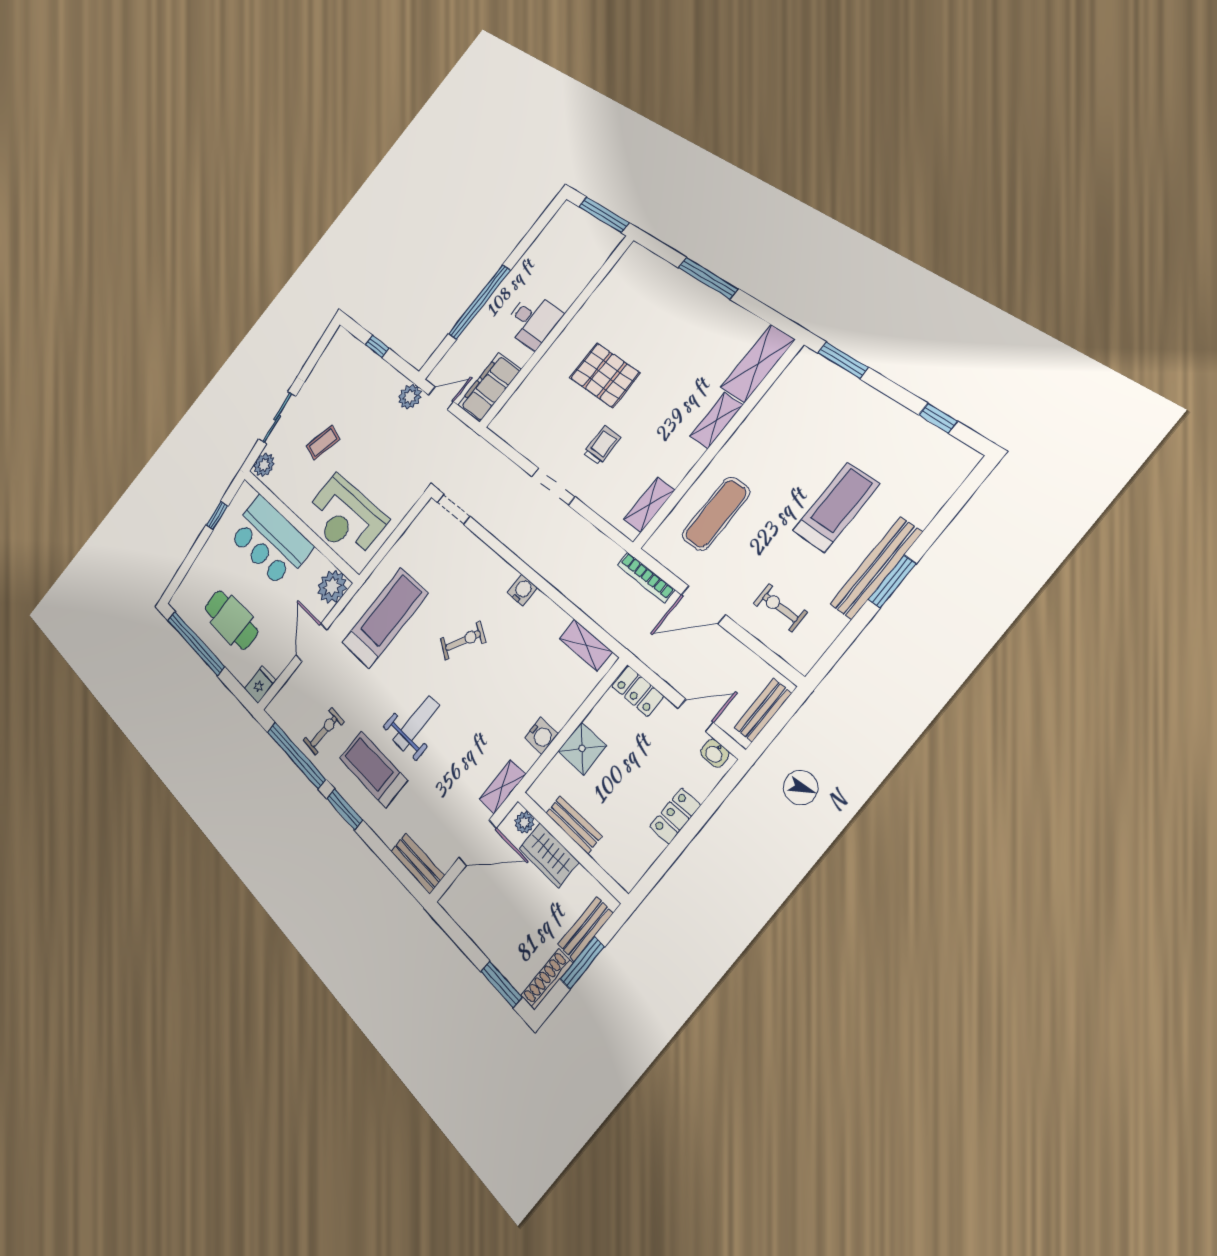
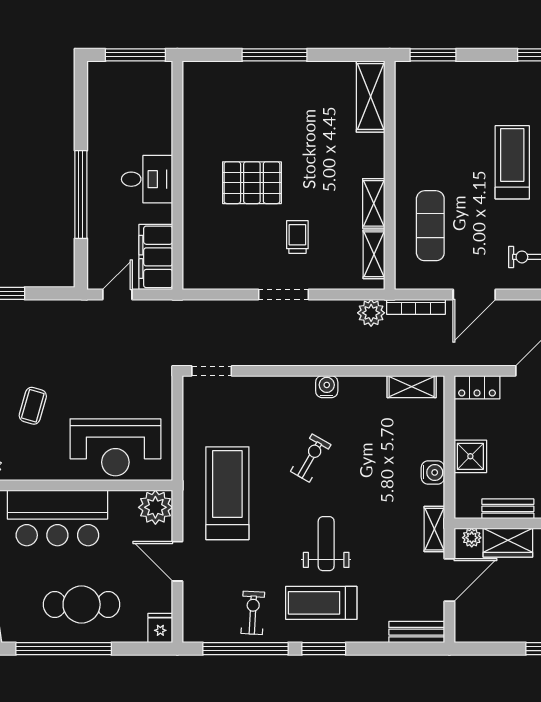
plant: (410, 397) -> (371, 313), moved
shelving: (716, 421) -> (374, 203), moved

